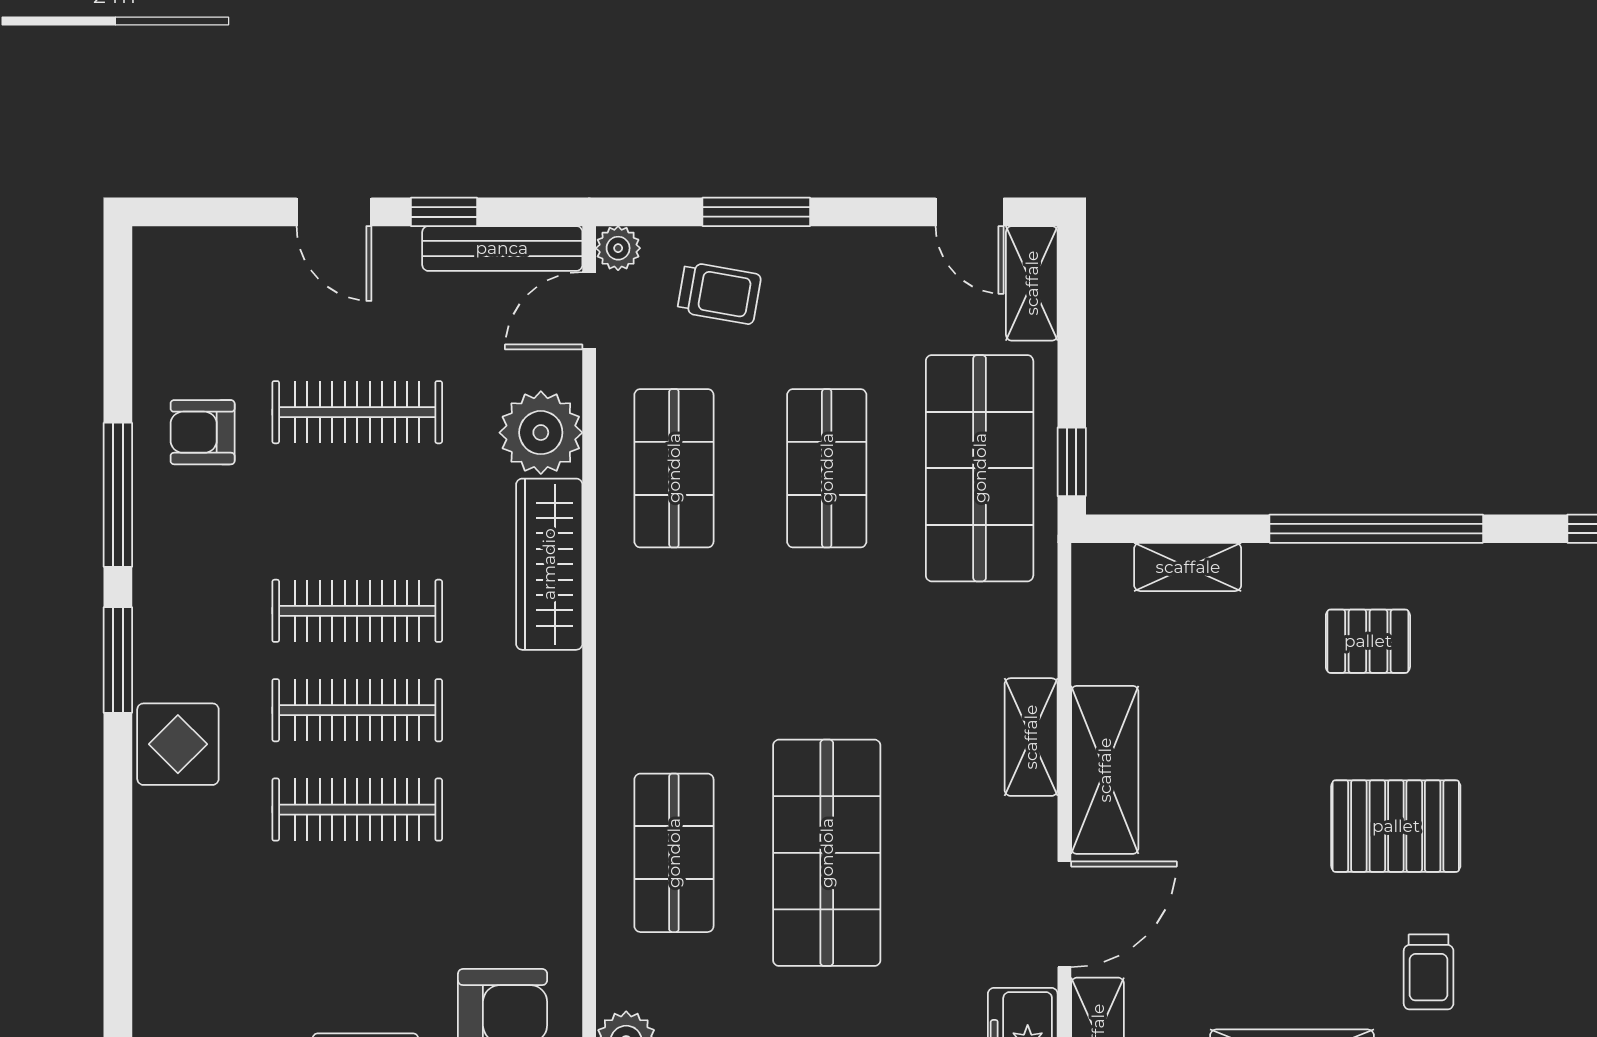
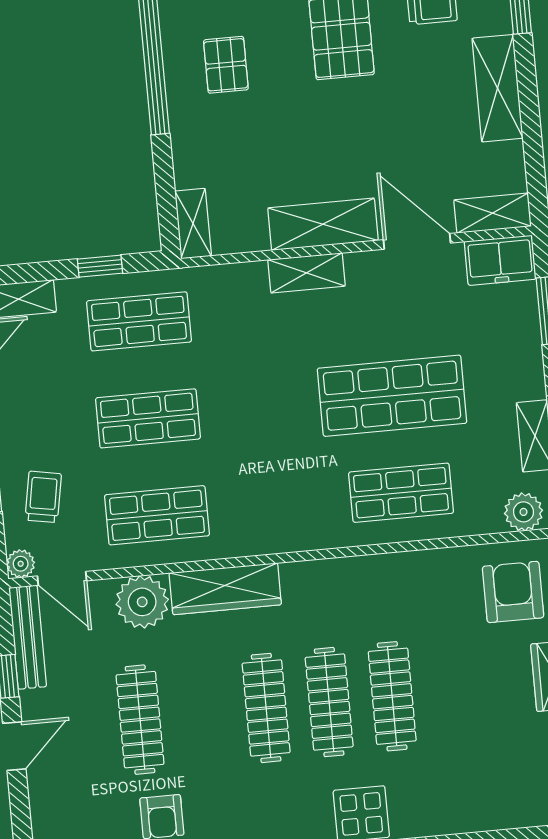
window: (1072, 462) -> (100, 266), moved
shop shelf: (980, 468) -> (139, 321), width x0.70, depth x0.74
shelving: (1188, 567) -> (193, 224), moved

